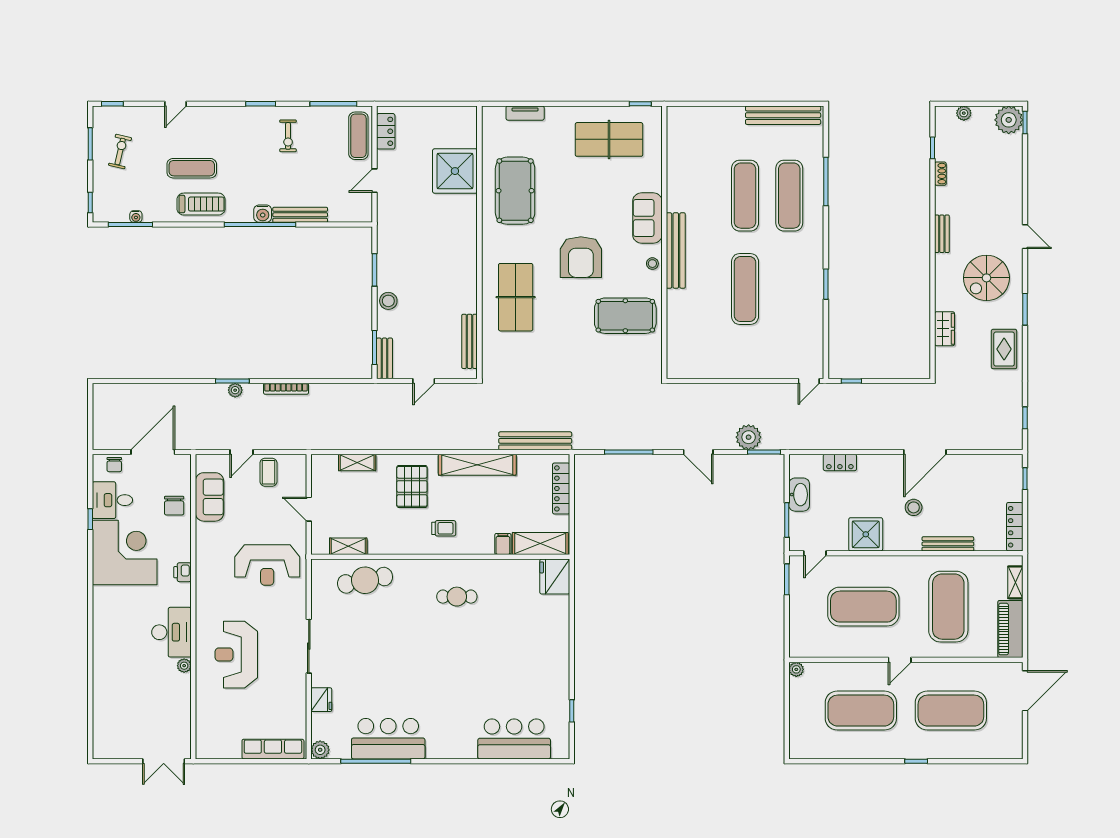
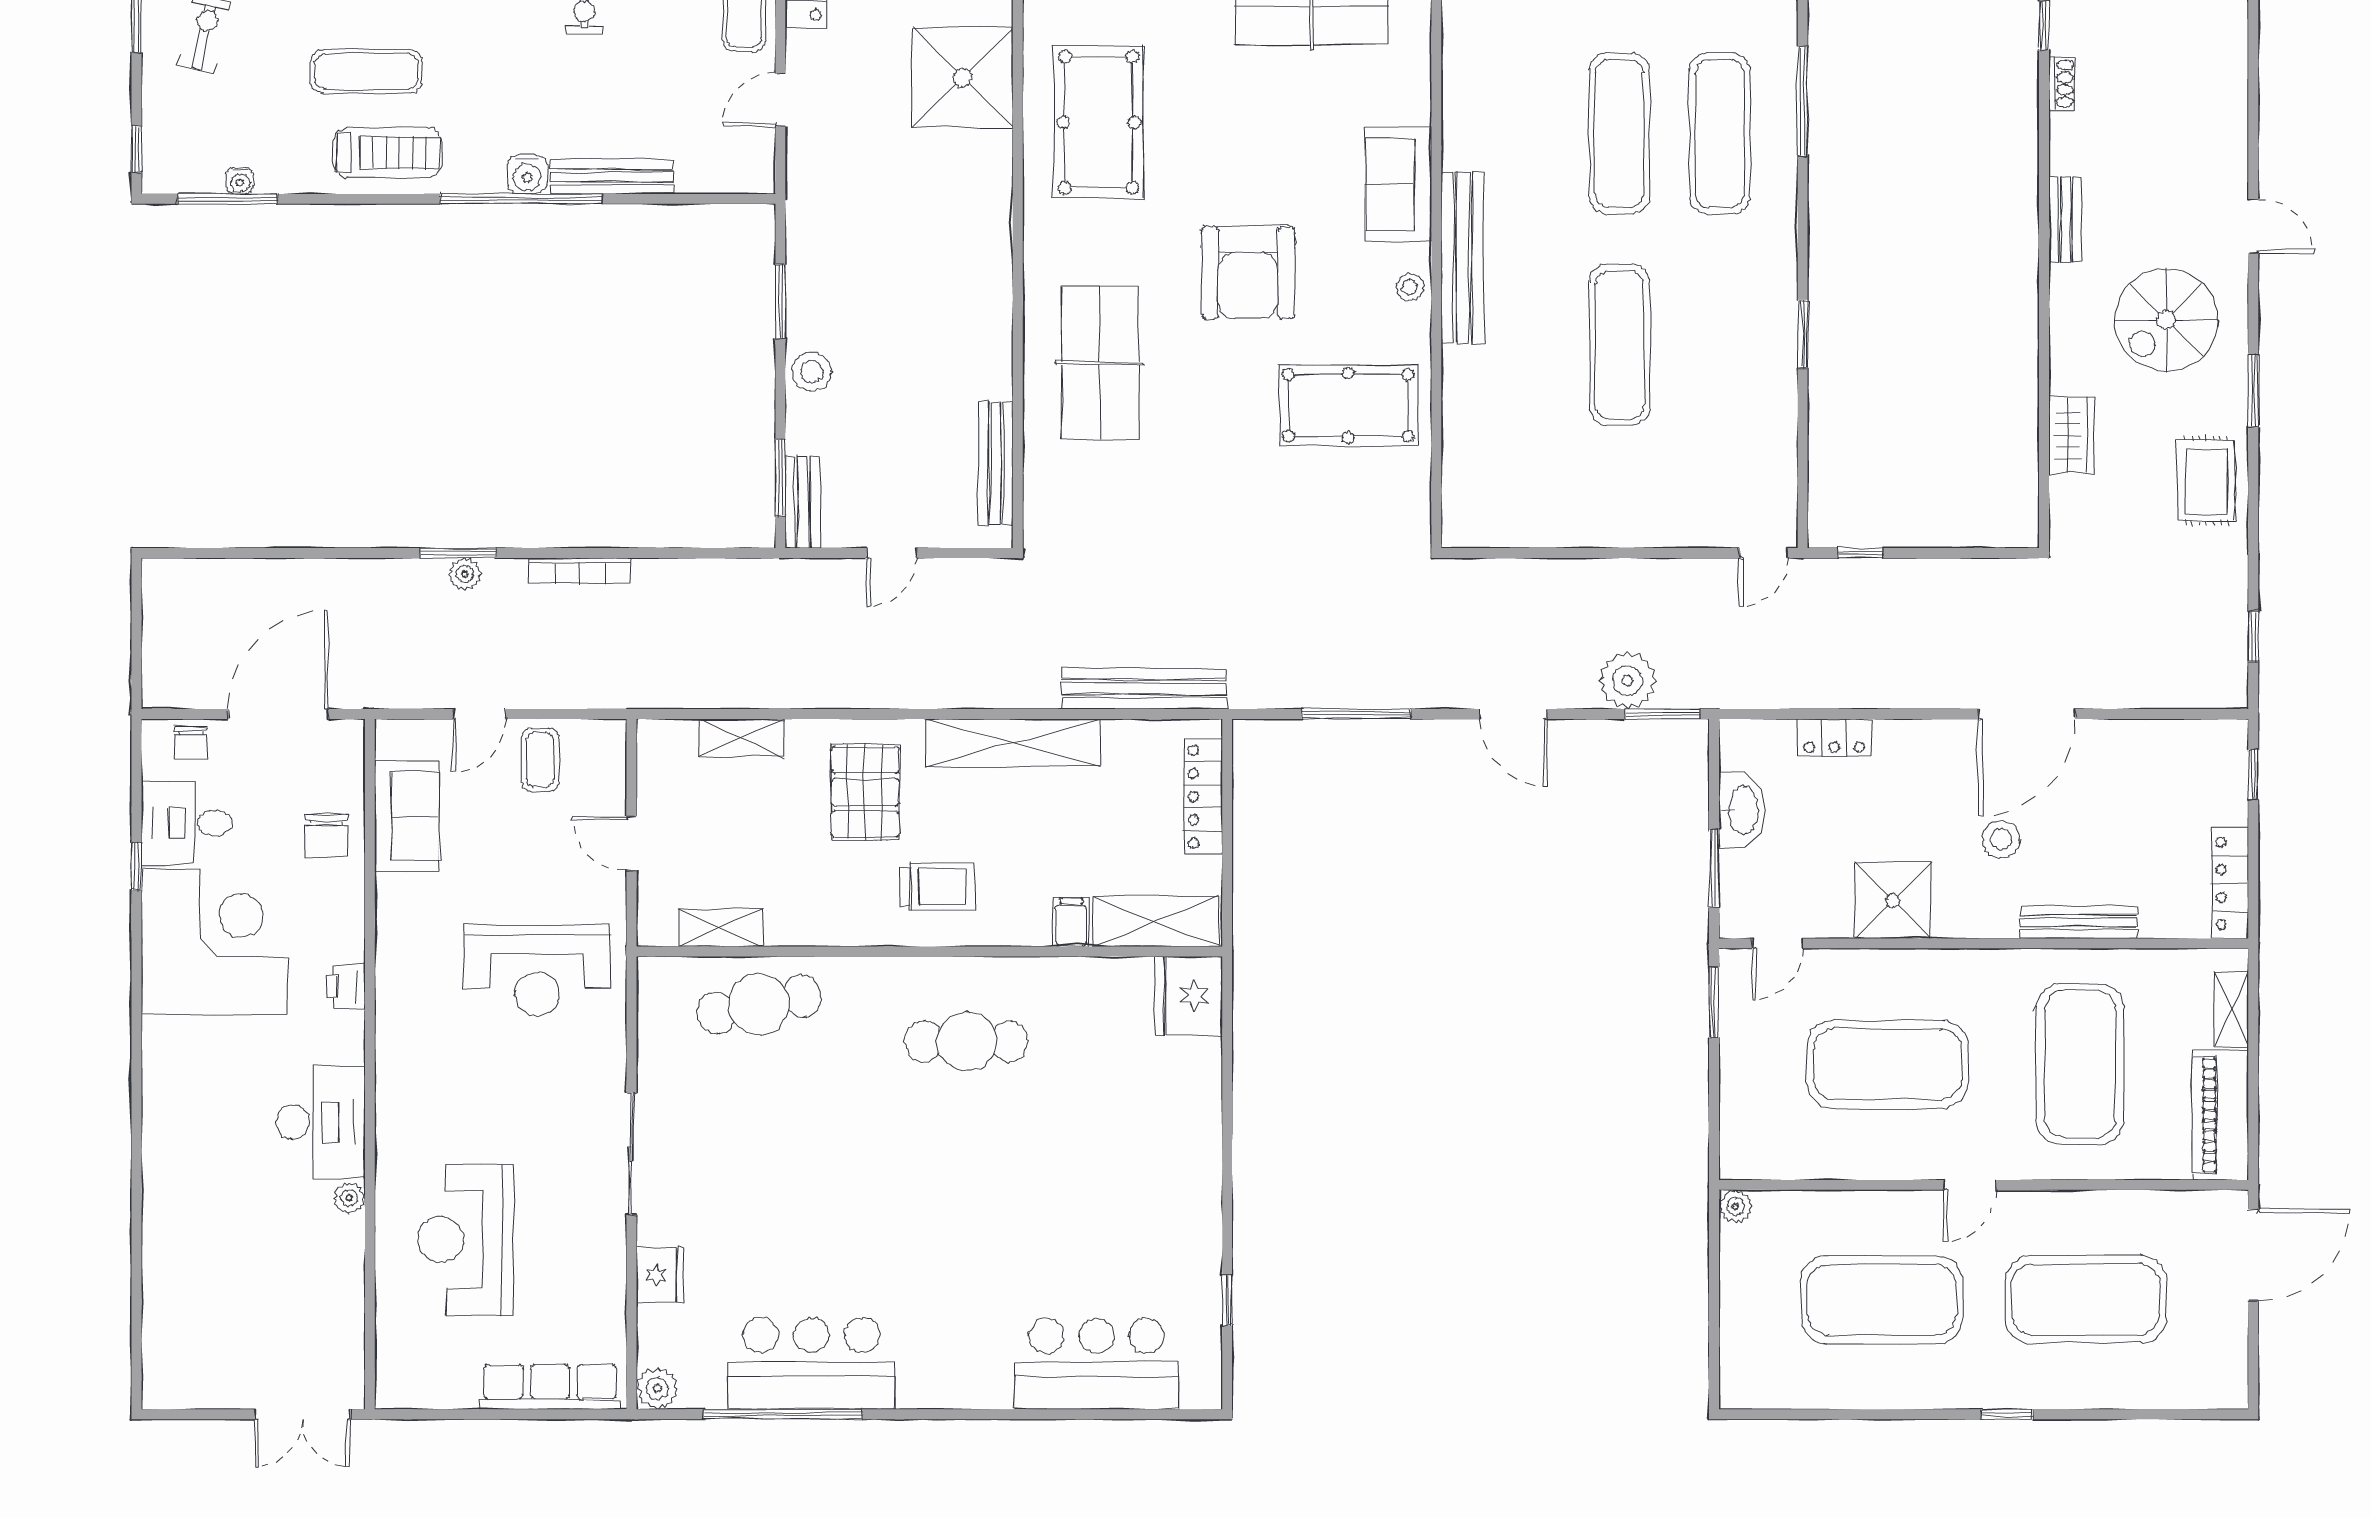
trolley: (444, 528) -> (937, 887), width x1.36, depth x1.39
cafe table: (457, 597) -> (967, 1042), width x1.37, depth x1.35
reception desk: (236, 655) -> (465, 1240), moved

